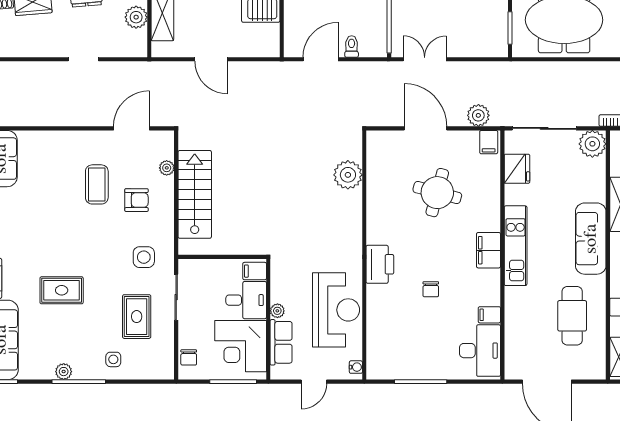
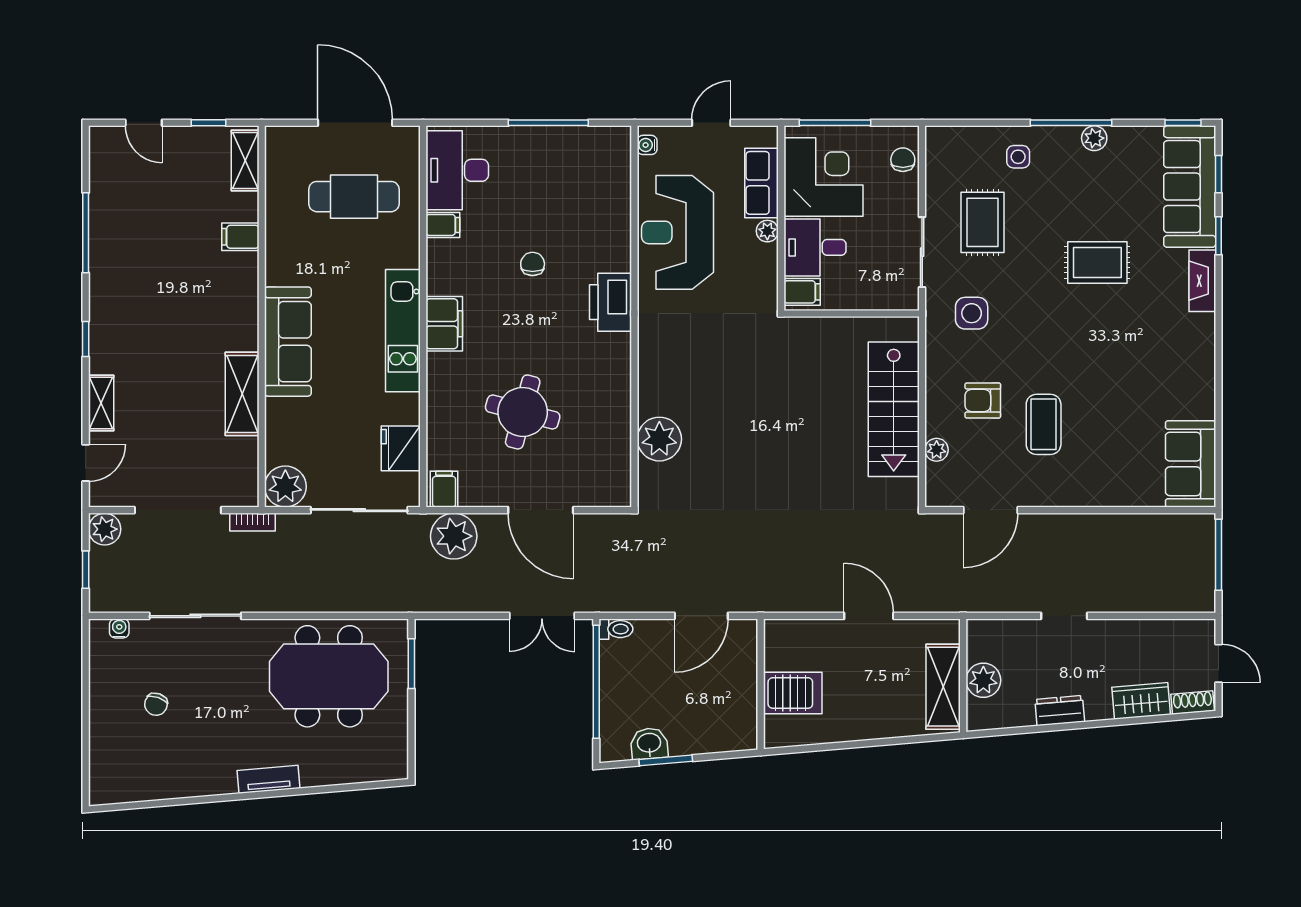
toilet: (352, 46) -> (616, 629), moved, turned -90
plant: (478, 115) -> (454, 536), width x1.36, depth x1.36
cafe table: (572, 316) -> (354, 197), moved, turned 90

